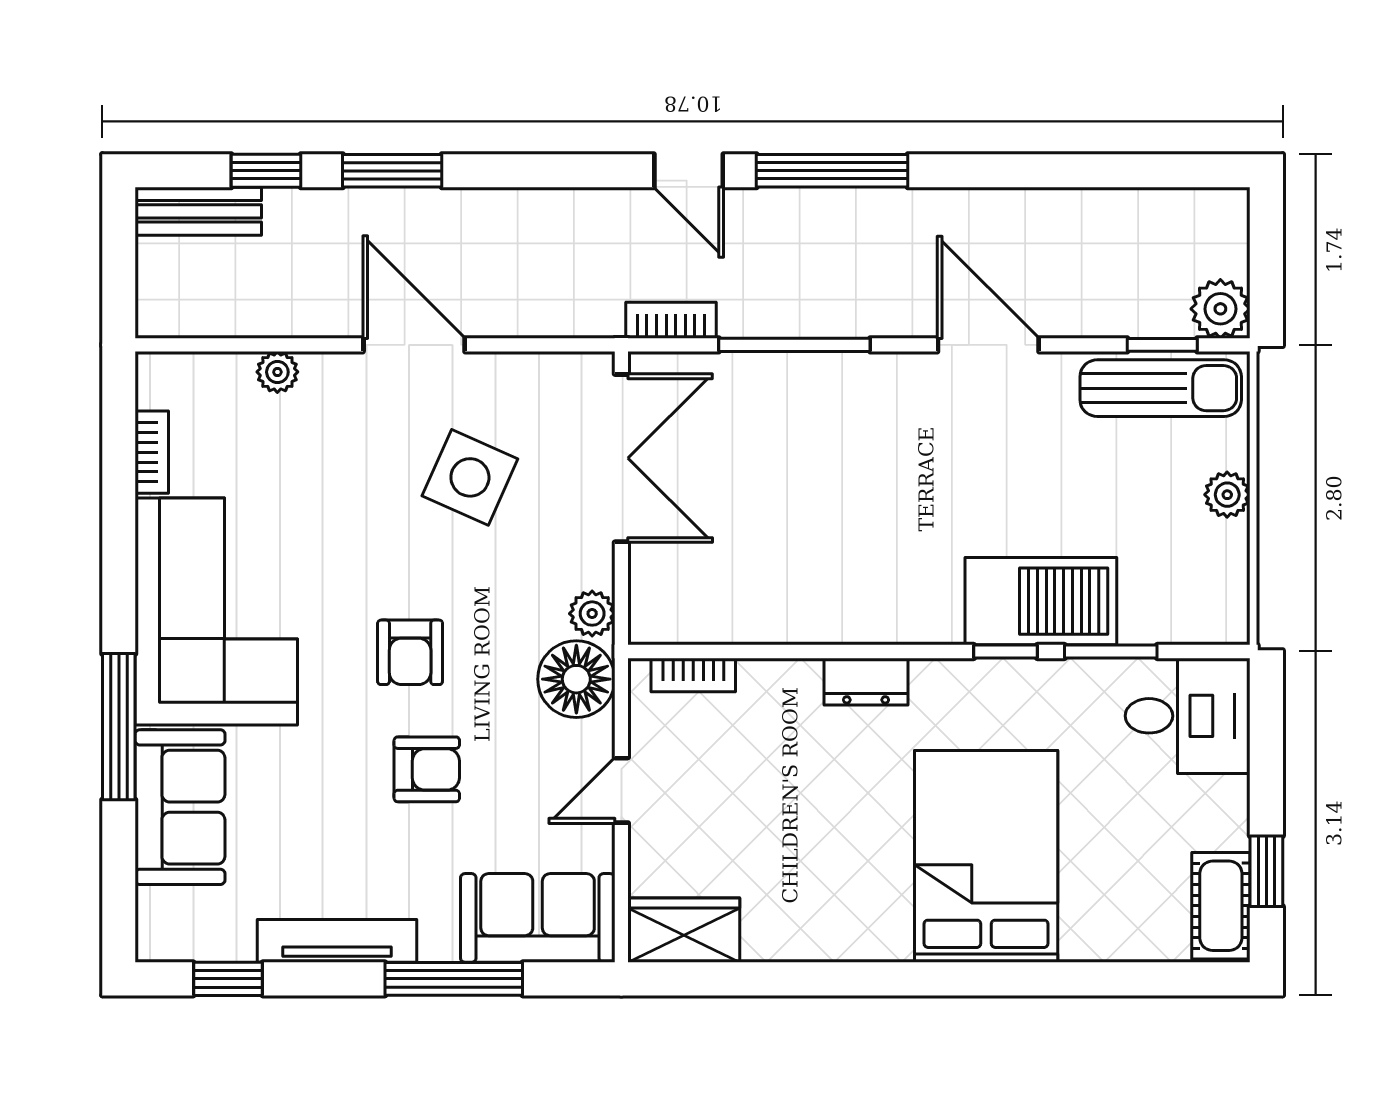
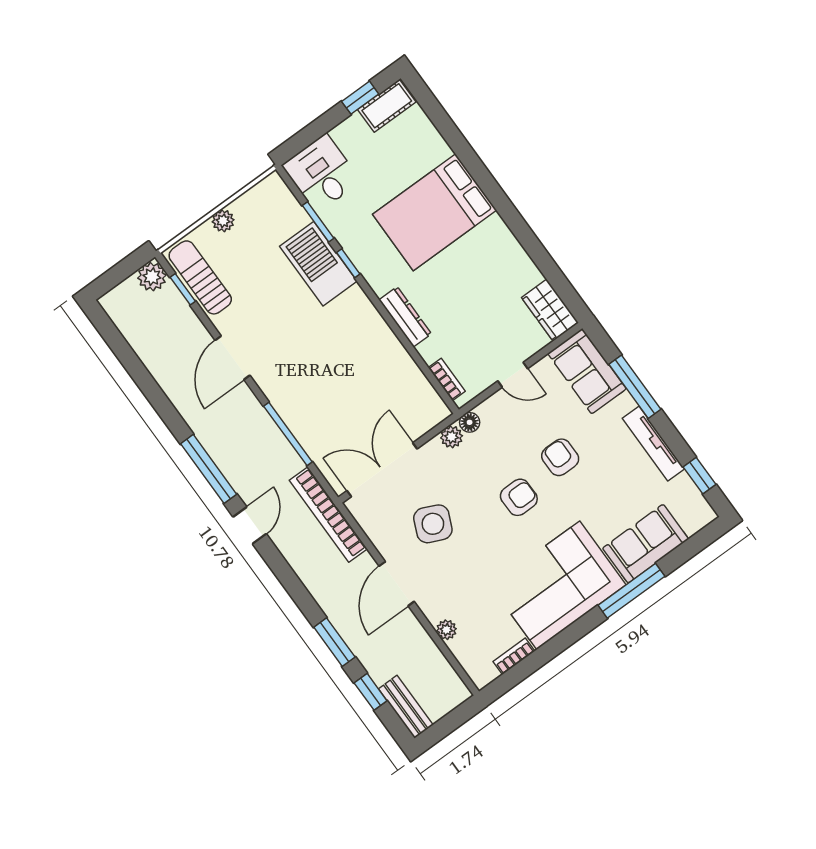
bookcase: (671, 320) -> (328, 515), width x2.31, depth x1.31
floor lamp: (576, 679) -> (470, 422), width x0.53, depth x0.53
dresser: (866, 682) -> (405, 317), width x1.44

